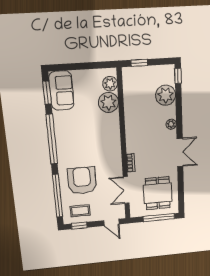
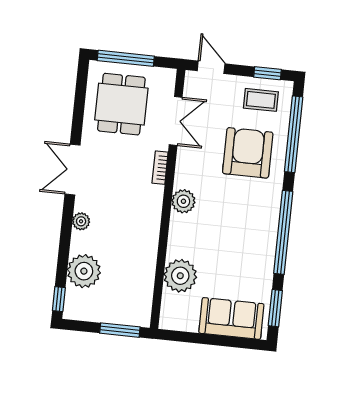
window: (139, 63) -> (120, 330), width x1.50
plant: (110, 84) -> (183, 201), moved
sofa: (61, 91) -> (231, 318), moved, turned 90
armchair: (82, 181) -> (248, 153), turned 180

